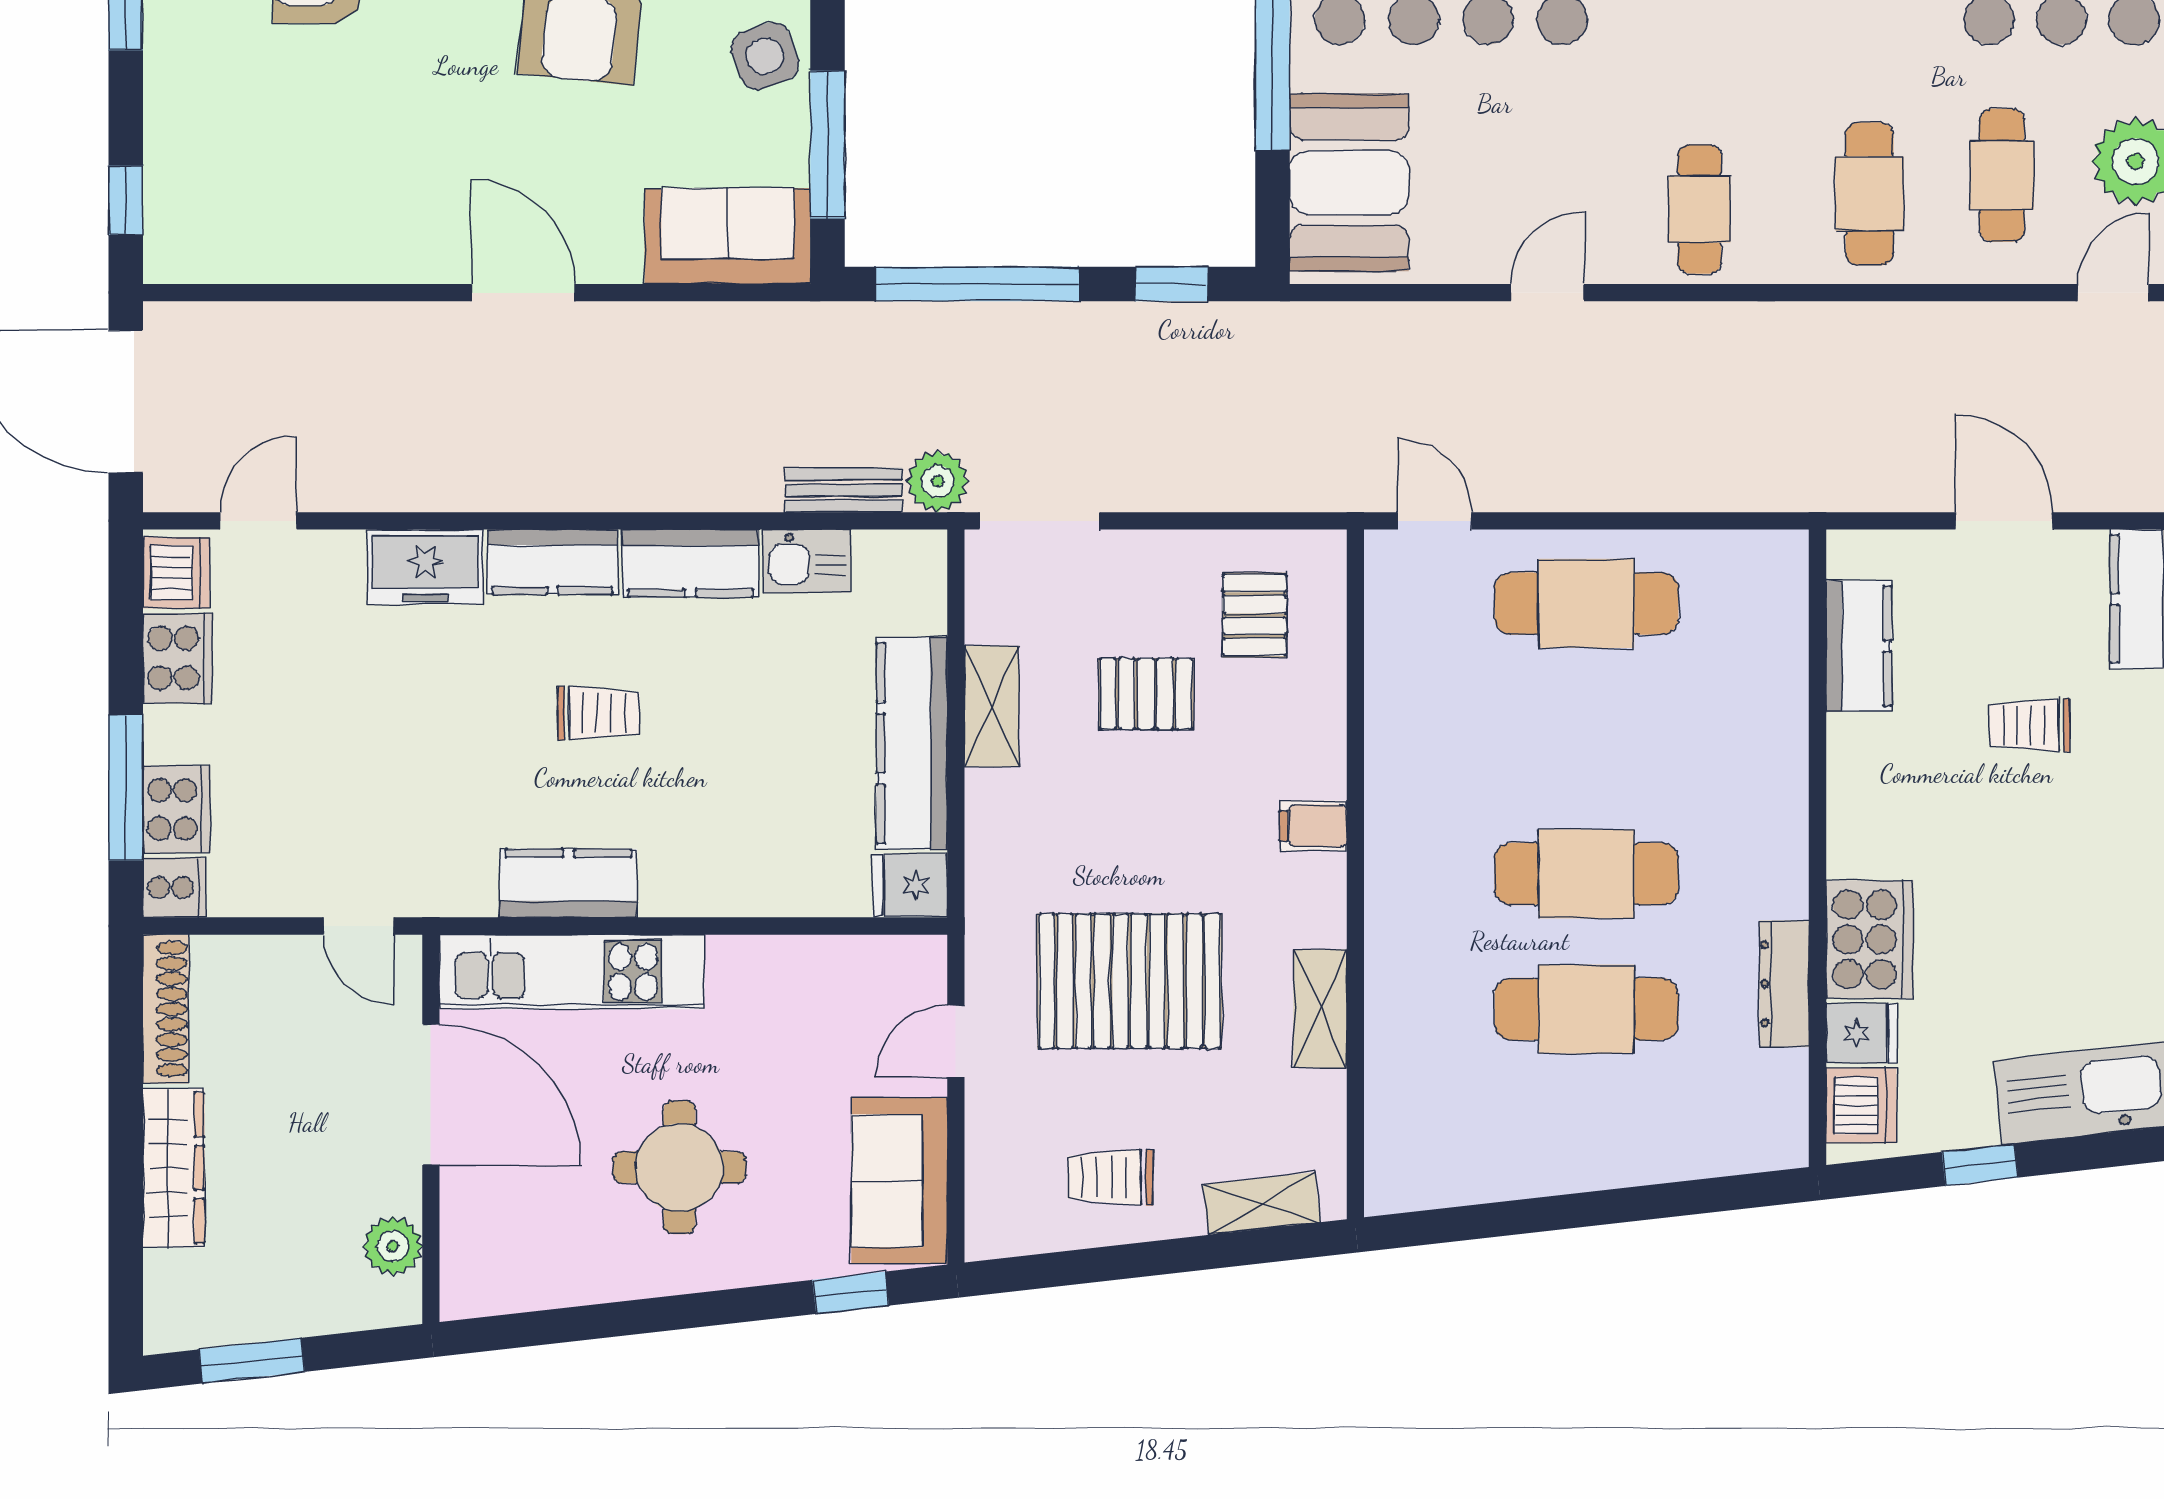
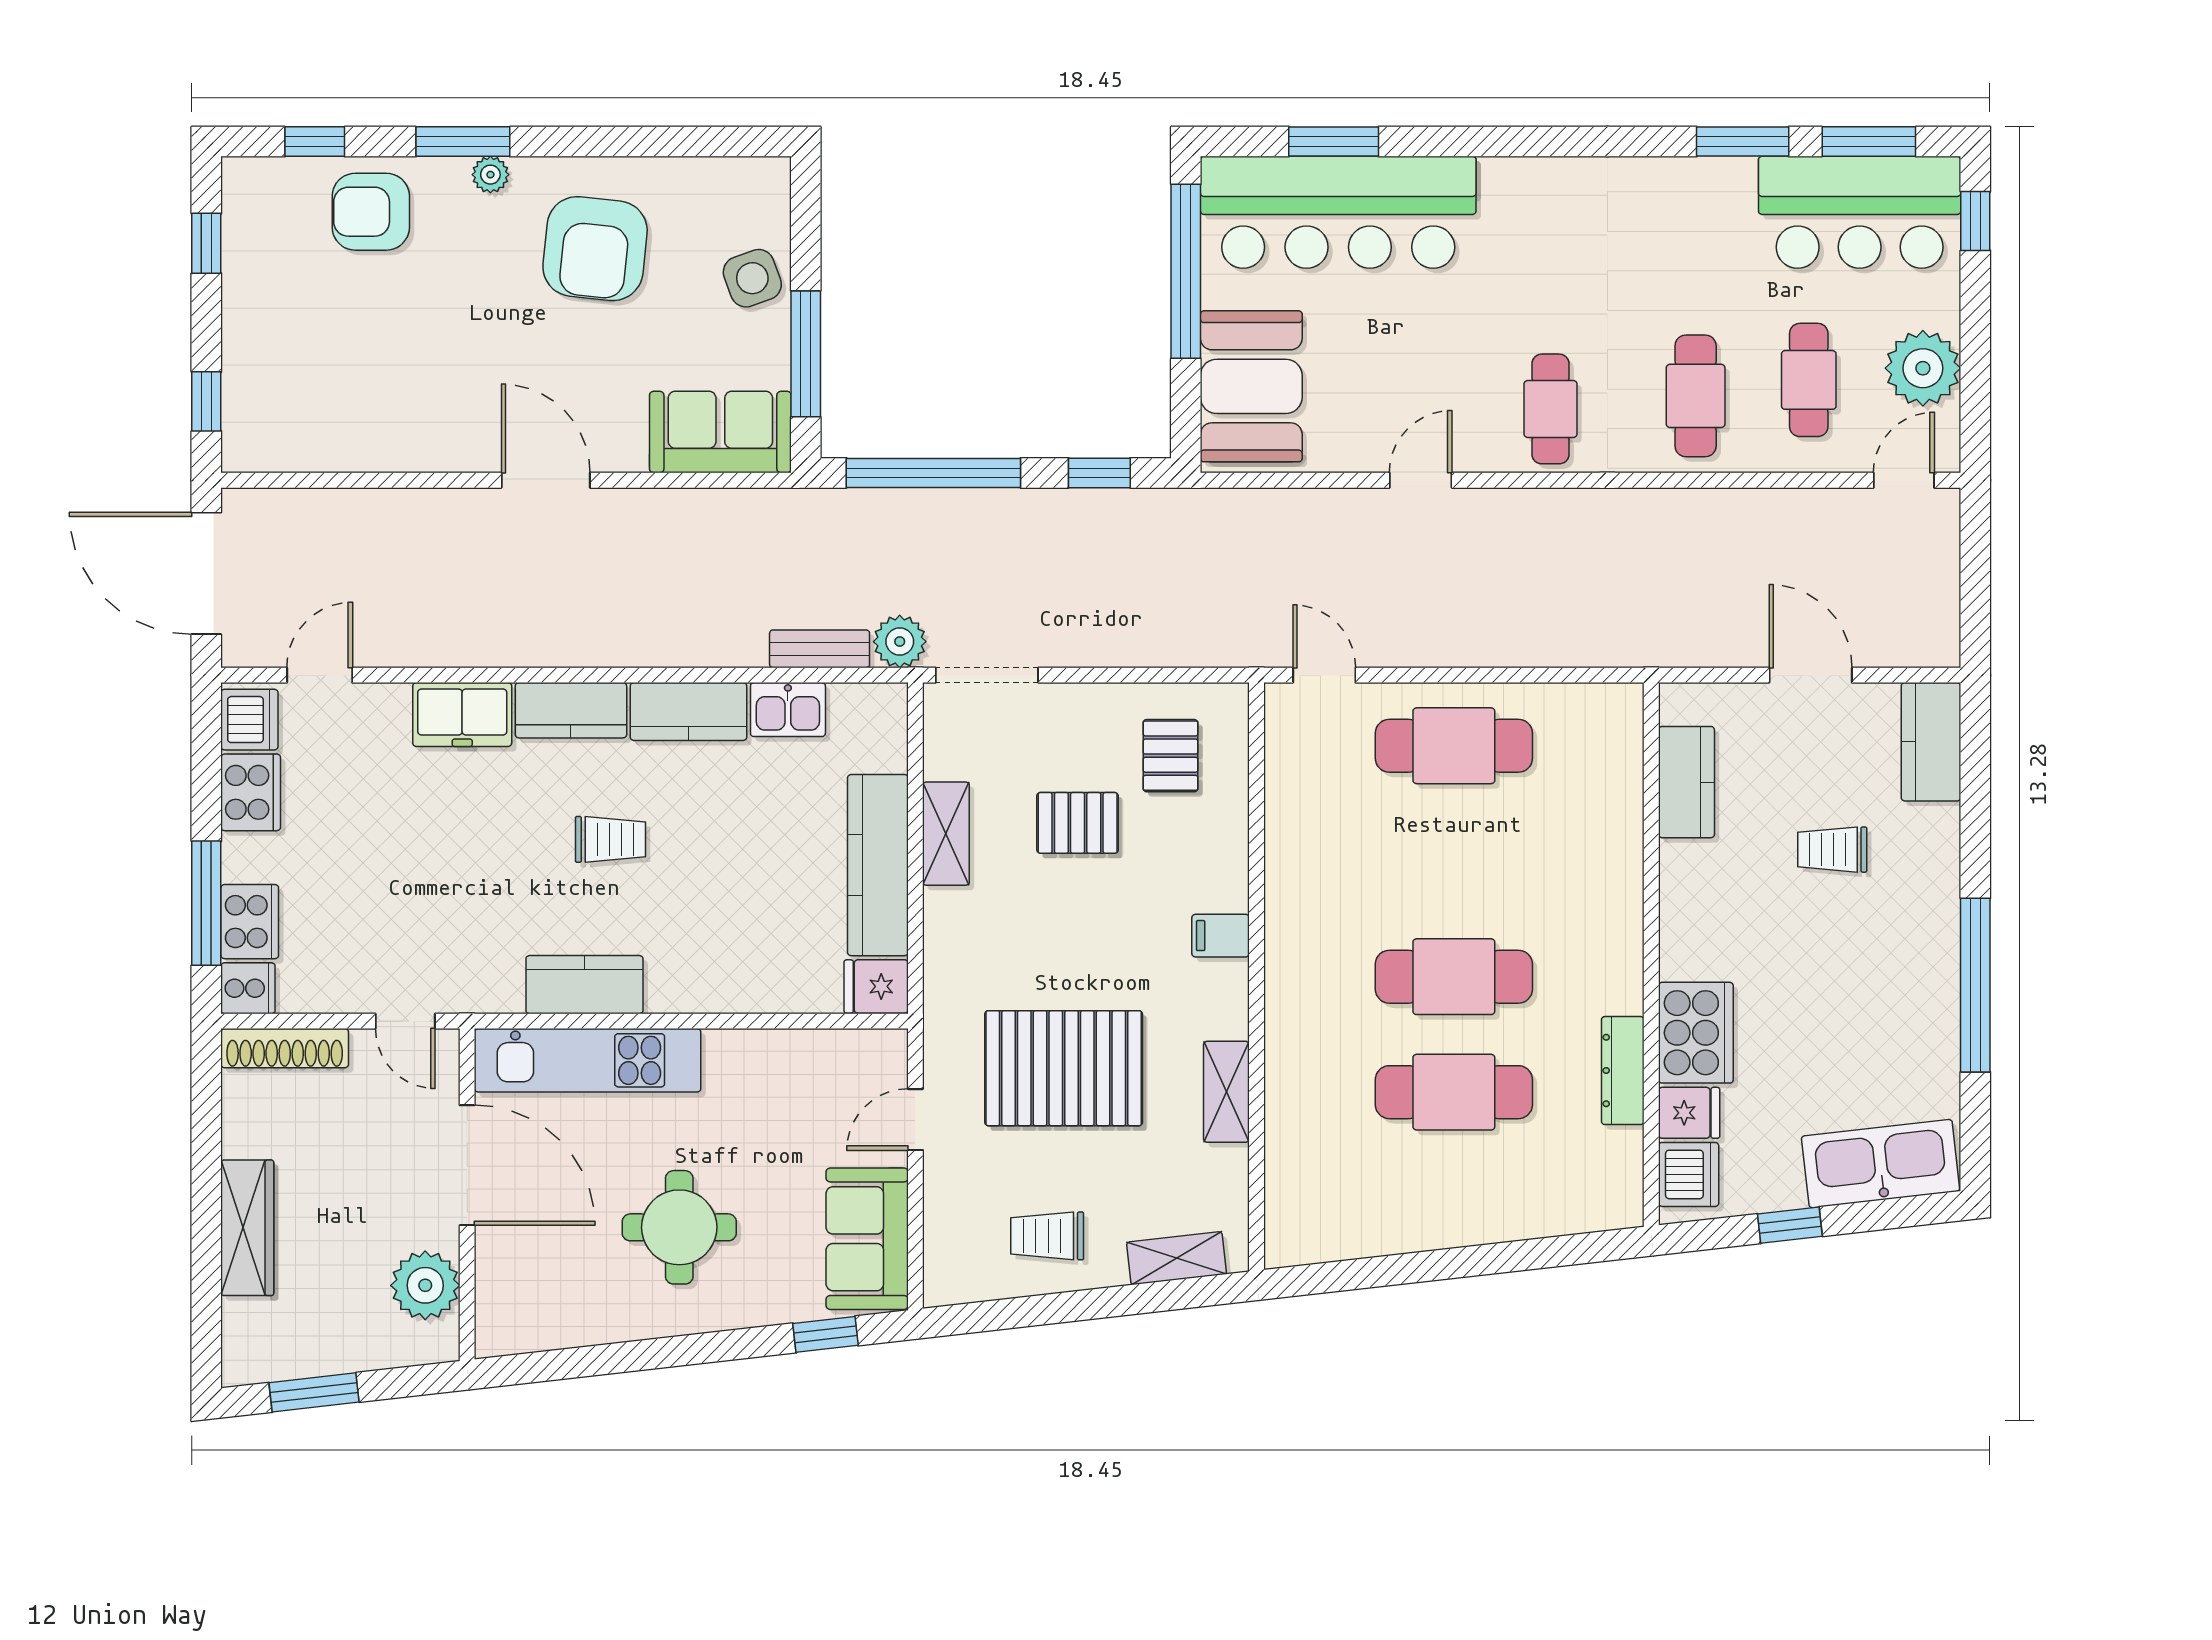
shoe rack: (166, 1009) -> (285, 1048), moved, turned 90
plant: (393, 1246) -> (425, 1285), width x1.36, depth x1.36

